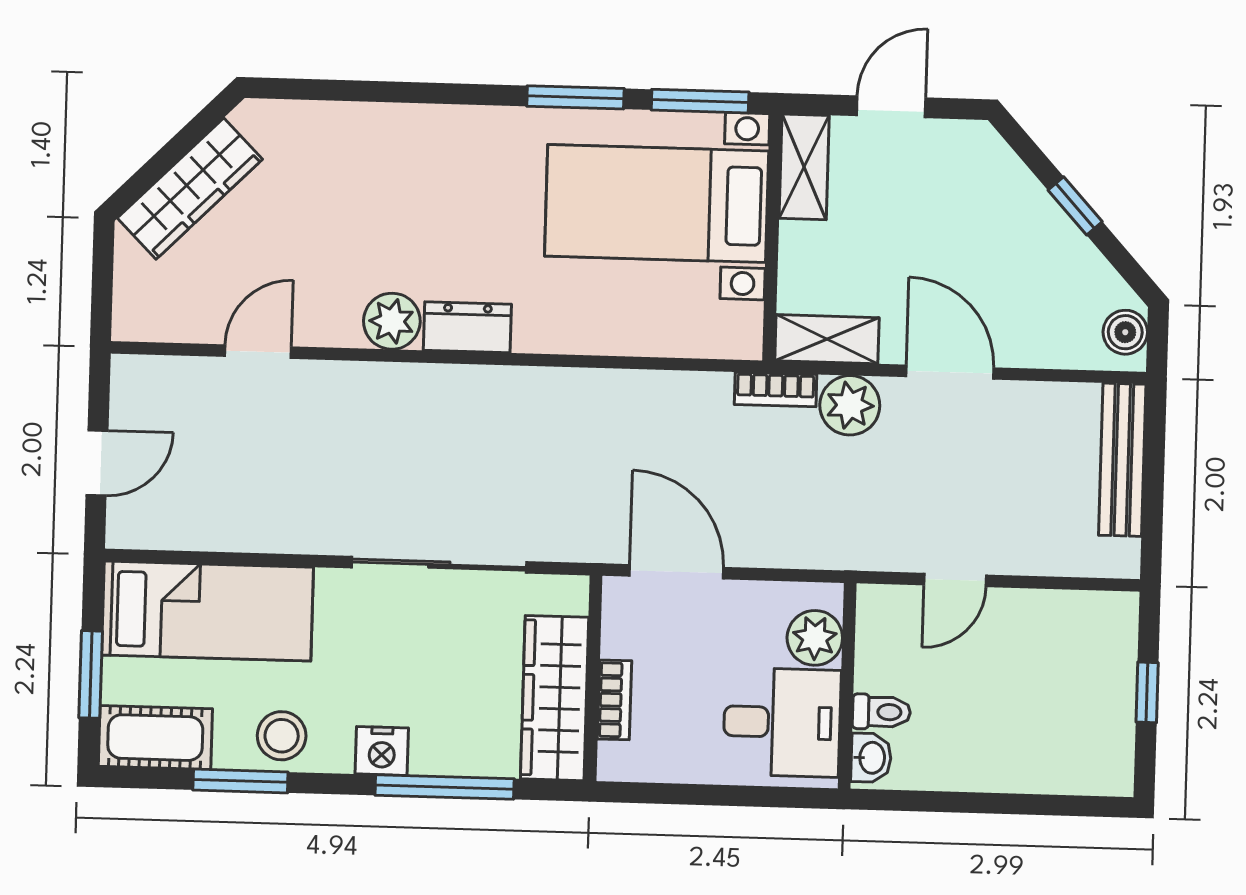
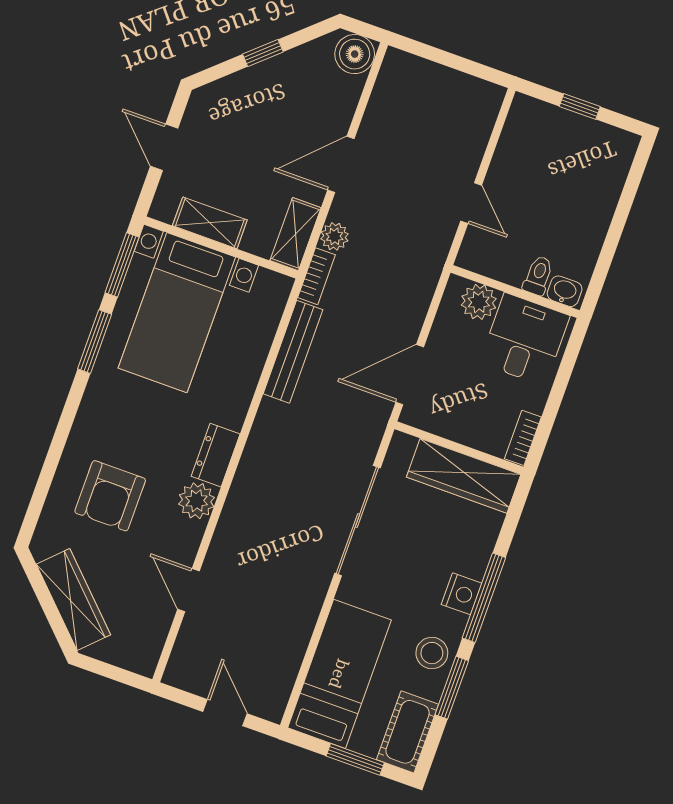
shelving: (804, 167) -> (210, 223), moved
armchair: (358, 193) -> (110, 496), added
boiler: (1125, 332) -> (355, 54), width x1.36, depth x1.36
plant: (850, 405) -> (334, 236), width x0.73, depth x0.73
bench: (1122, 460) -> (293, 352), moved, turned 90
bookcase: (614, 700) -> (523, 438), moved, turned -90
window: (445, 787) -> (484, 598), moved

